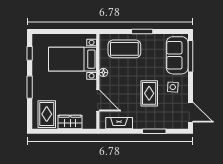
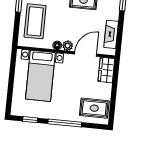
plant: (104, 82) -> (68, 46), added
window: (30, 87) -> (65, 123), width x1.44
wardrobe: (70, 122) -> (106, 70), moved

